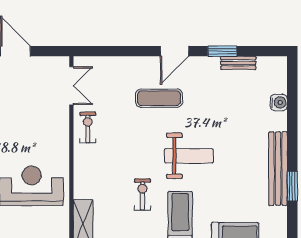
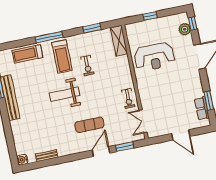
door: (174, 51) -> (101, 152), moved
window: (222, 51) -> (125, 147), moved
water cooler: (279, 102) -> (22, 160), moved

